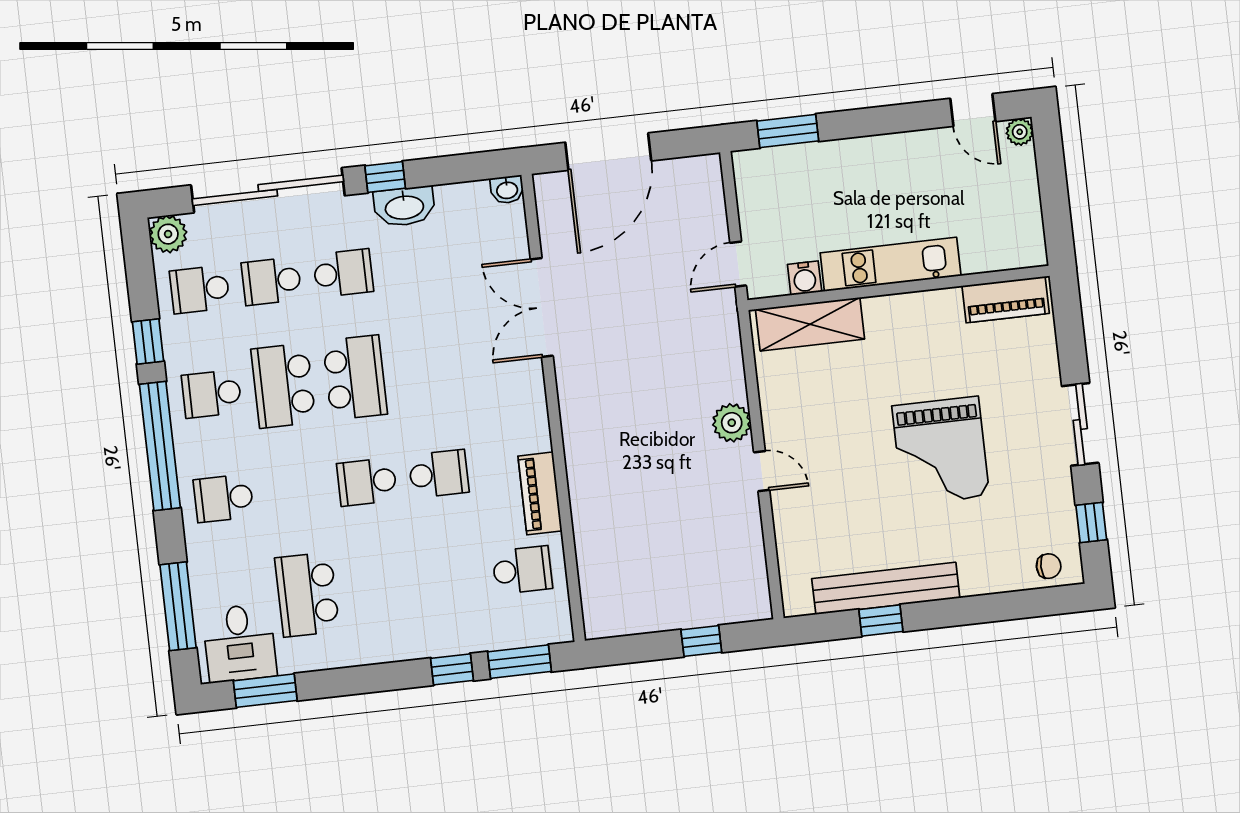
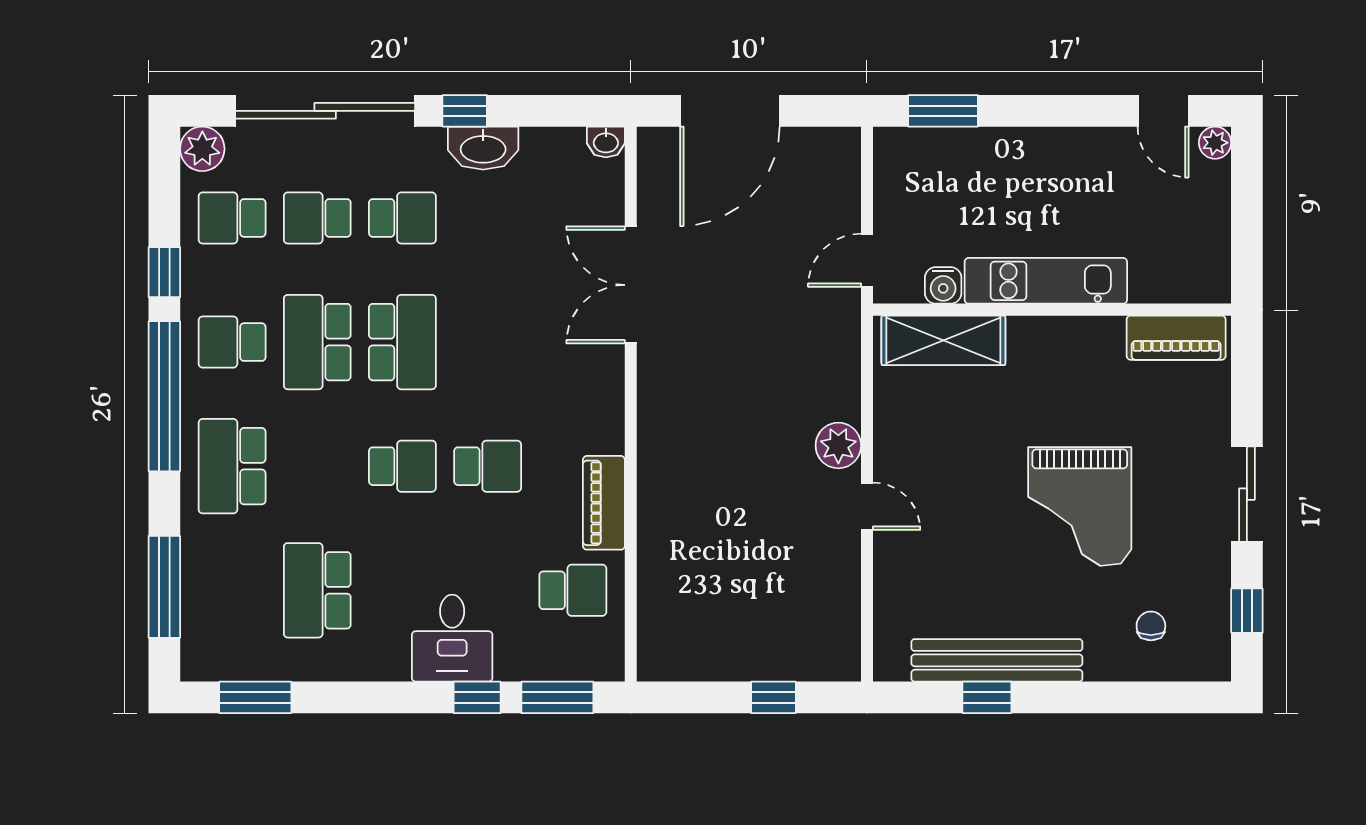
school desk: (367, 482) -> (402, 466), turned 180
school desk: (224, 498) -> (232, 466), width x1.85
chair: (1049, 566) -> (1151, 626), moved, turned -90
desk: (240, 643) -> (452, 638), moved

